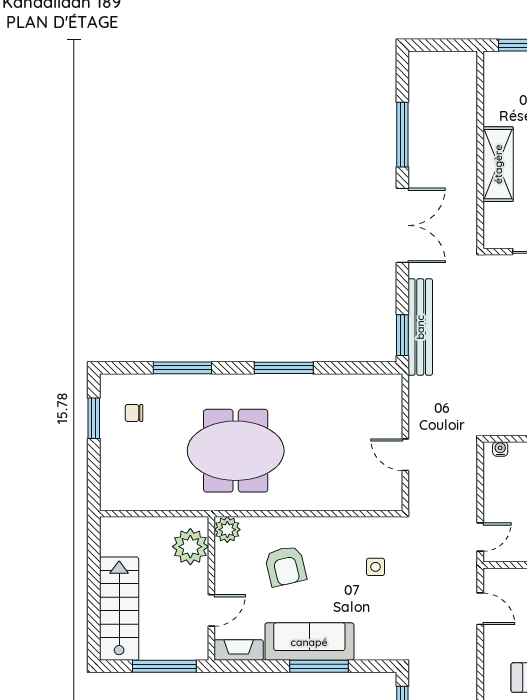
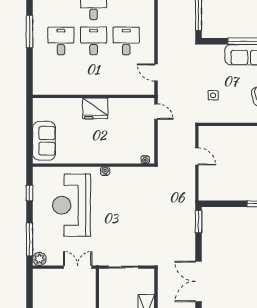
bench: (420, 327) -> (189, 226), removed
door: (480, 537) -> (156, 112), swing flipped

